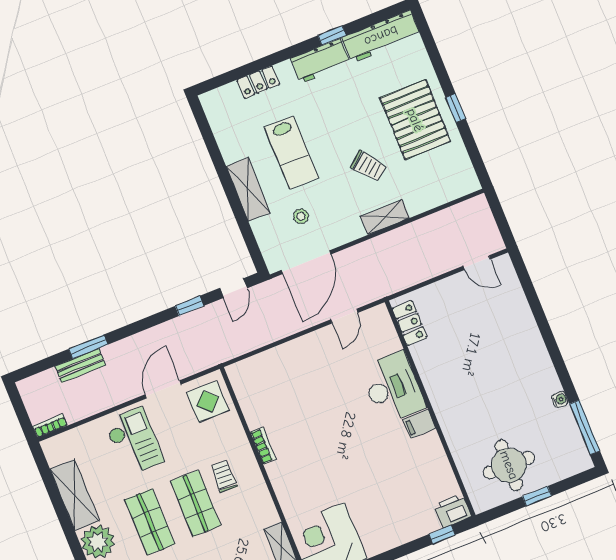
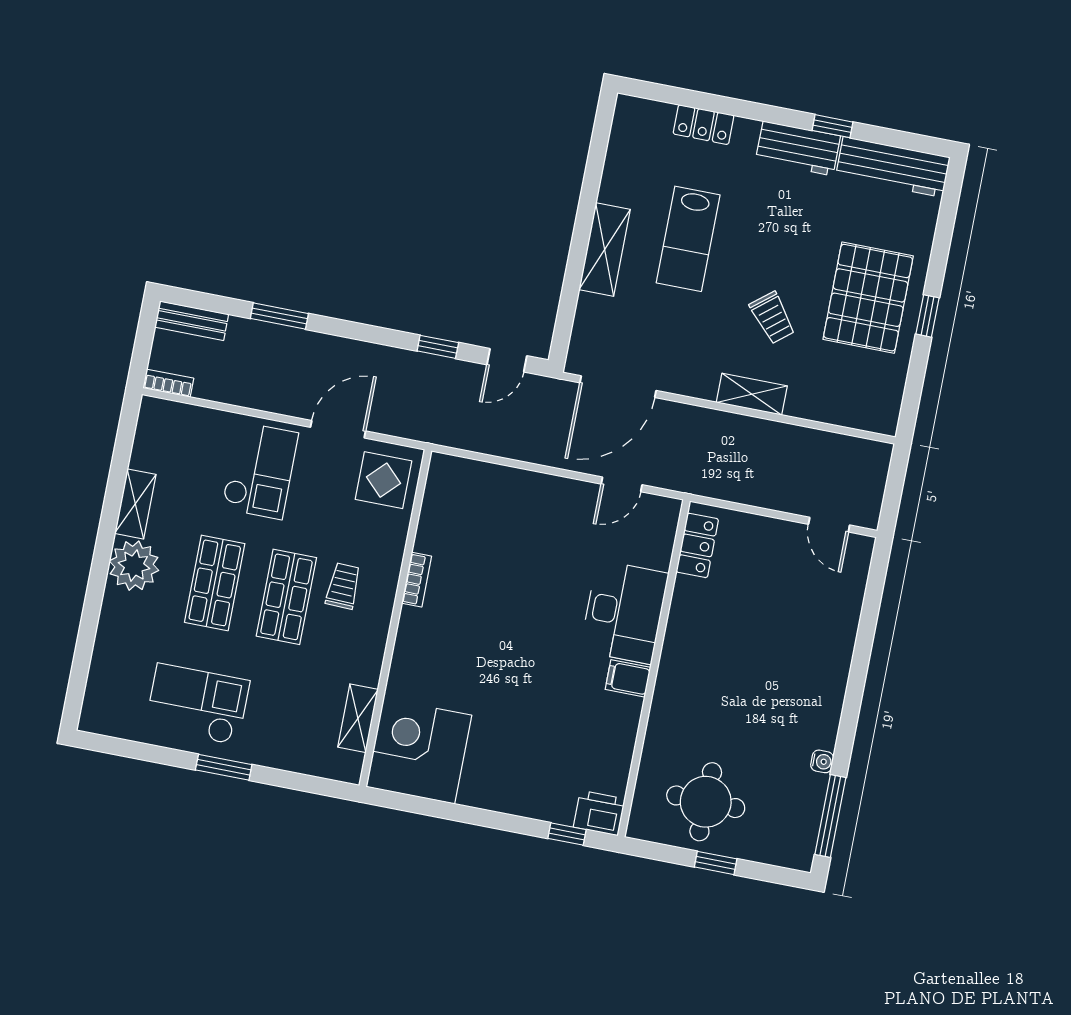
stool: (301, 216) -> (649, 326), removed
bench: (80, 366) -> (192, 321), moved
shelving: (75, 495) -> (135, 504), width x0.67, depth x0.75

